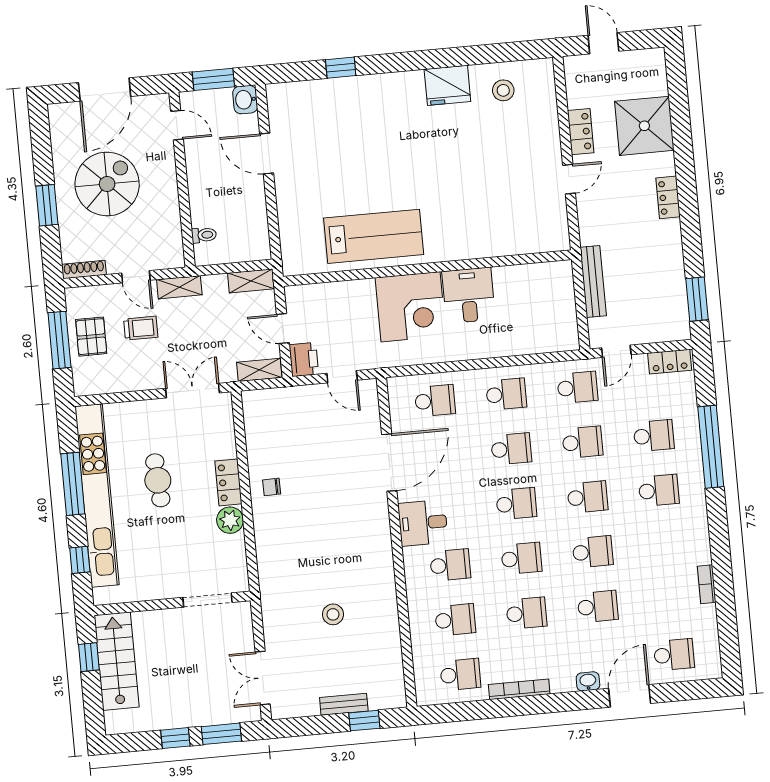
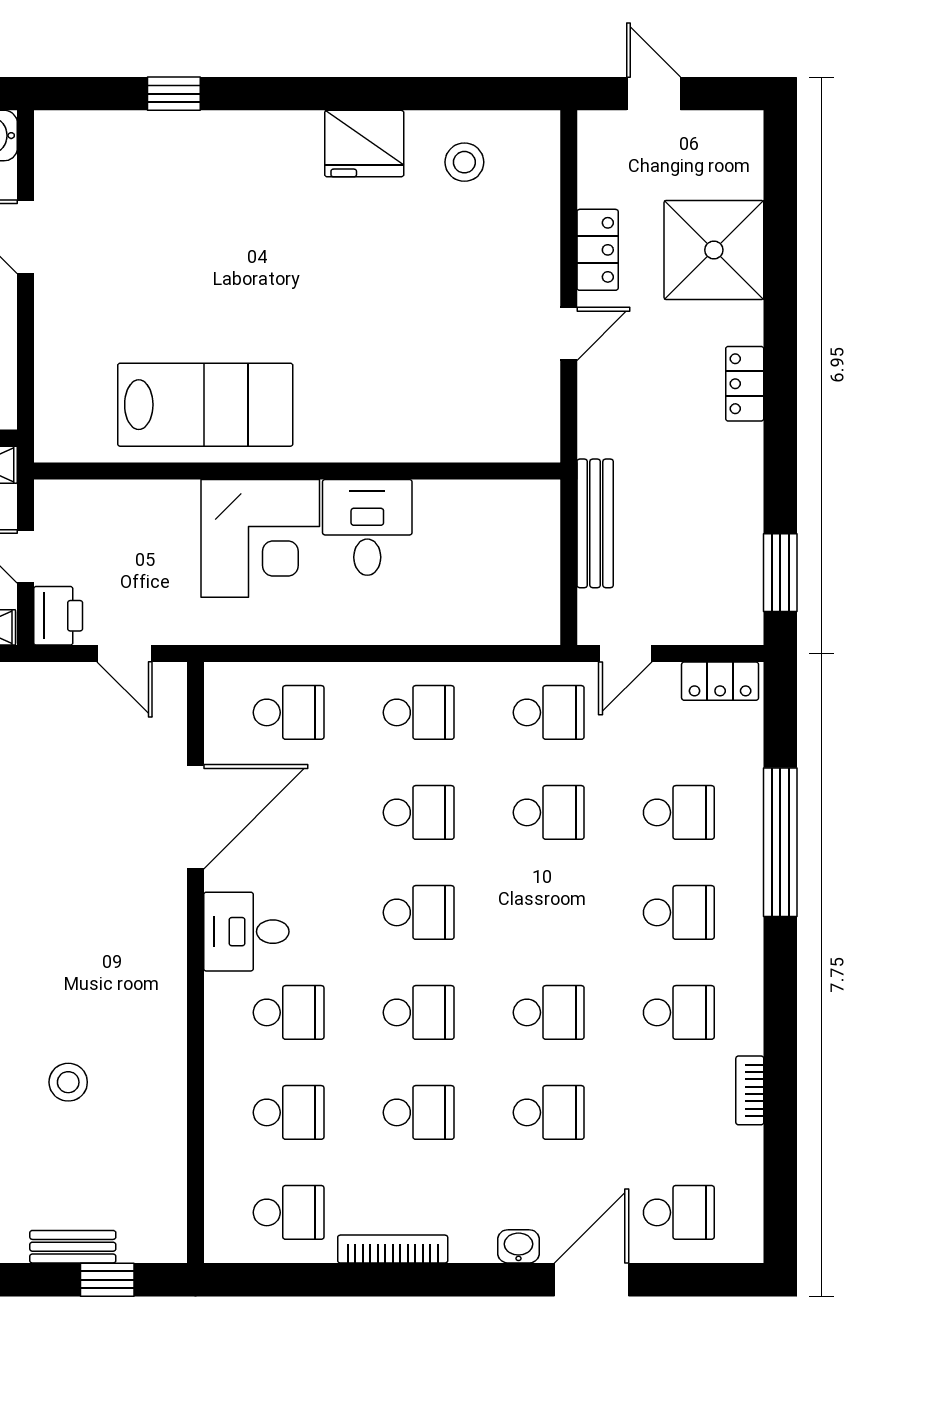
school desk: (588, 497) -> (679, 1012), moved

